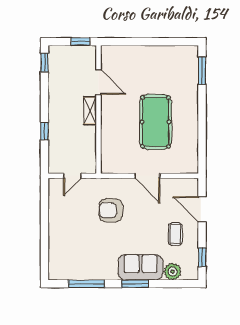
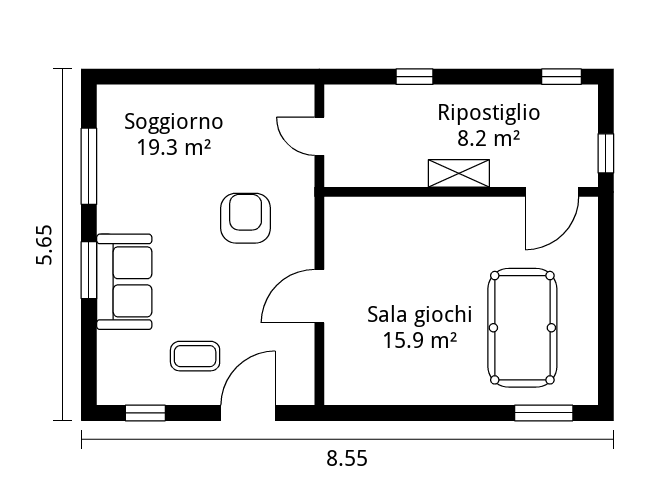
door: (98, 82) -> (552, 192), moved
pool table: (156, 122) -> (522, 328), moved, turned 90
plant: (173, 272) -> (115, 350), removed

